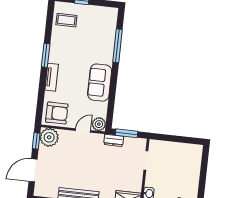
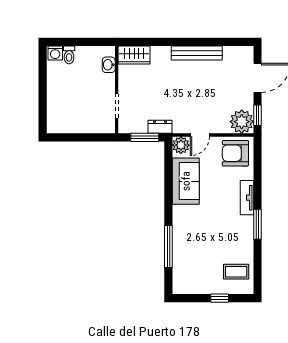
sofa: (100, 83) -> (186, 181), moved

